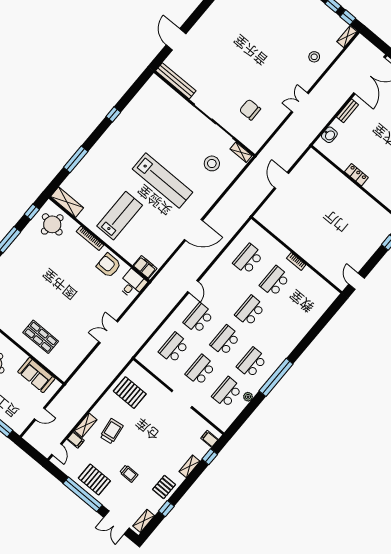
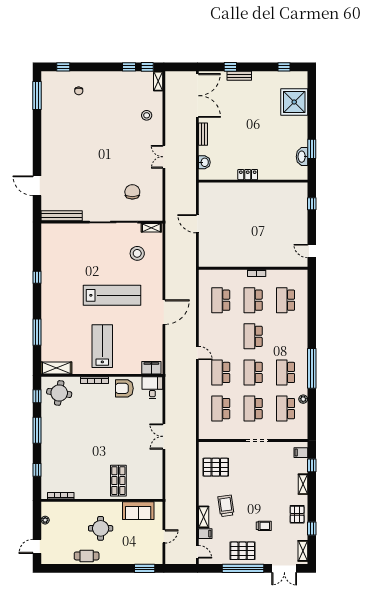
chair: (250, 110) -> (132, 192), turned 90
school desk: (301, 304) -> (286, 300), added
shop shelf: (41, 337) -> (118, 481), turned 90

